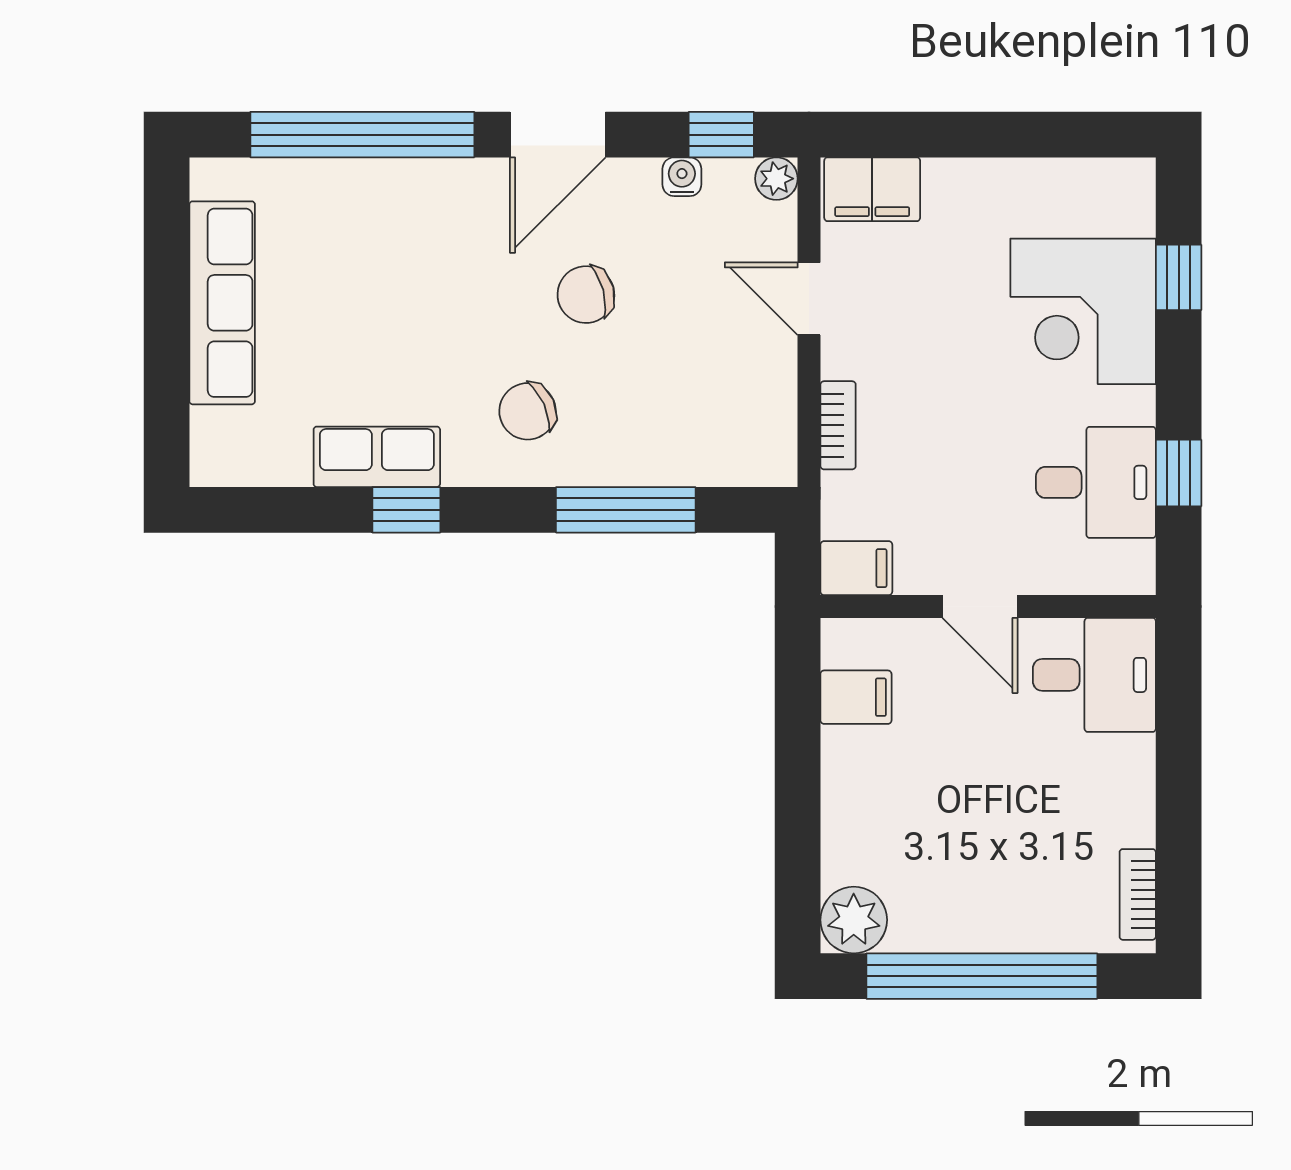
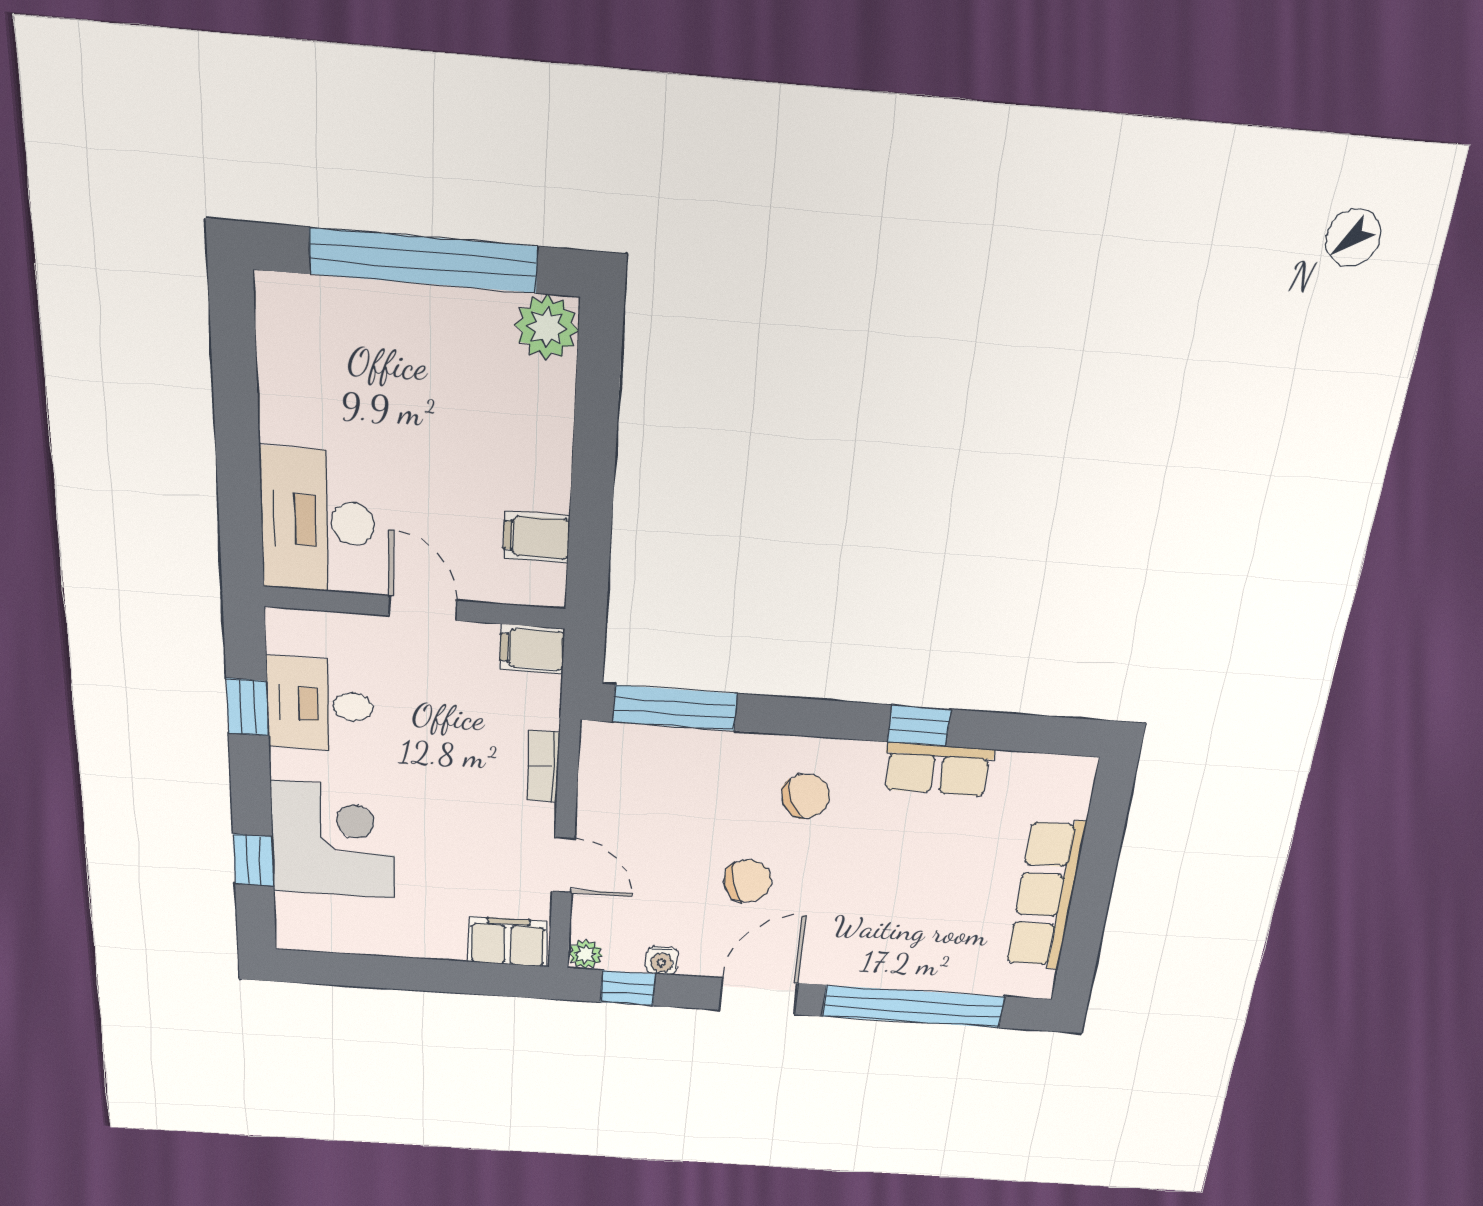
window: (626, 510) -> (675, 708), moved
desk: (1094, 675) -> (318, 521), width x1.37
bookcase: (1138, 894) -> (272, 330), removed

